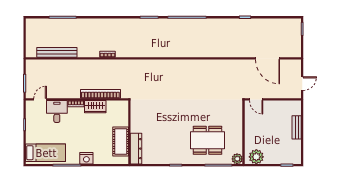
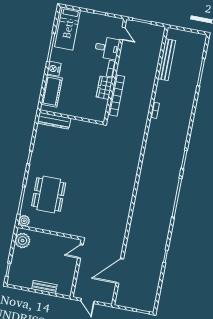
cot: (121, 141) -> (52, 91), moved, turned 90

